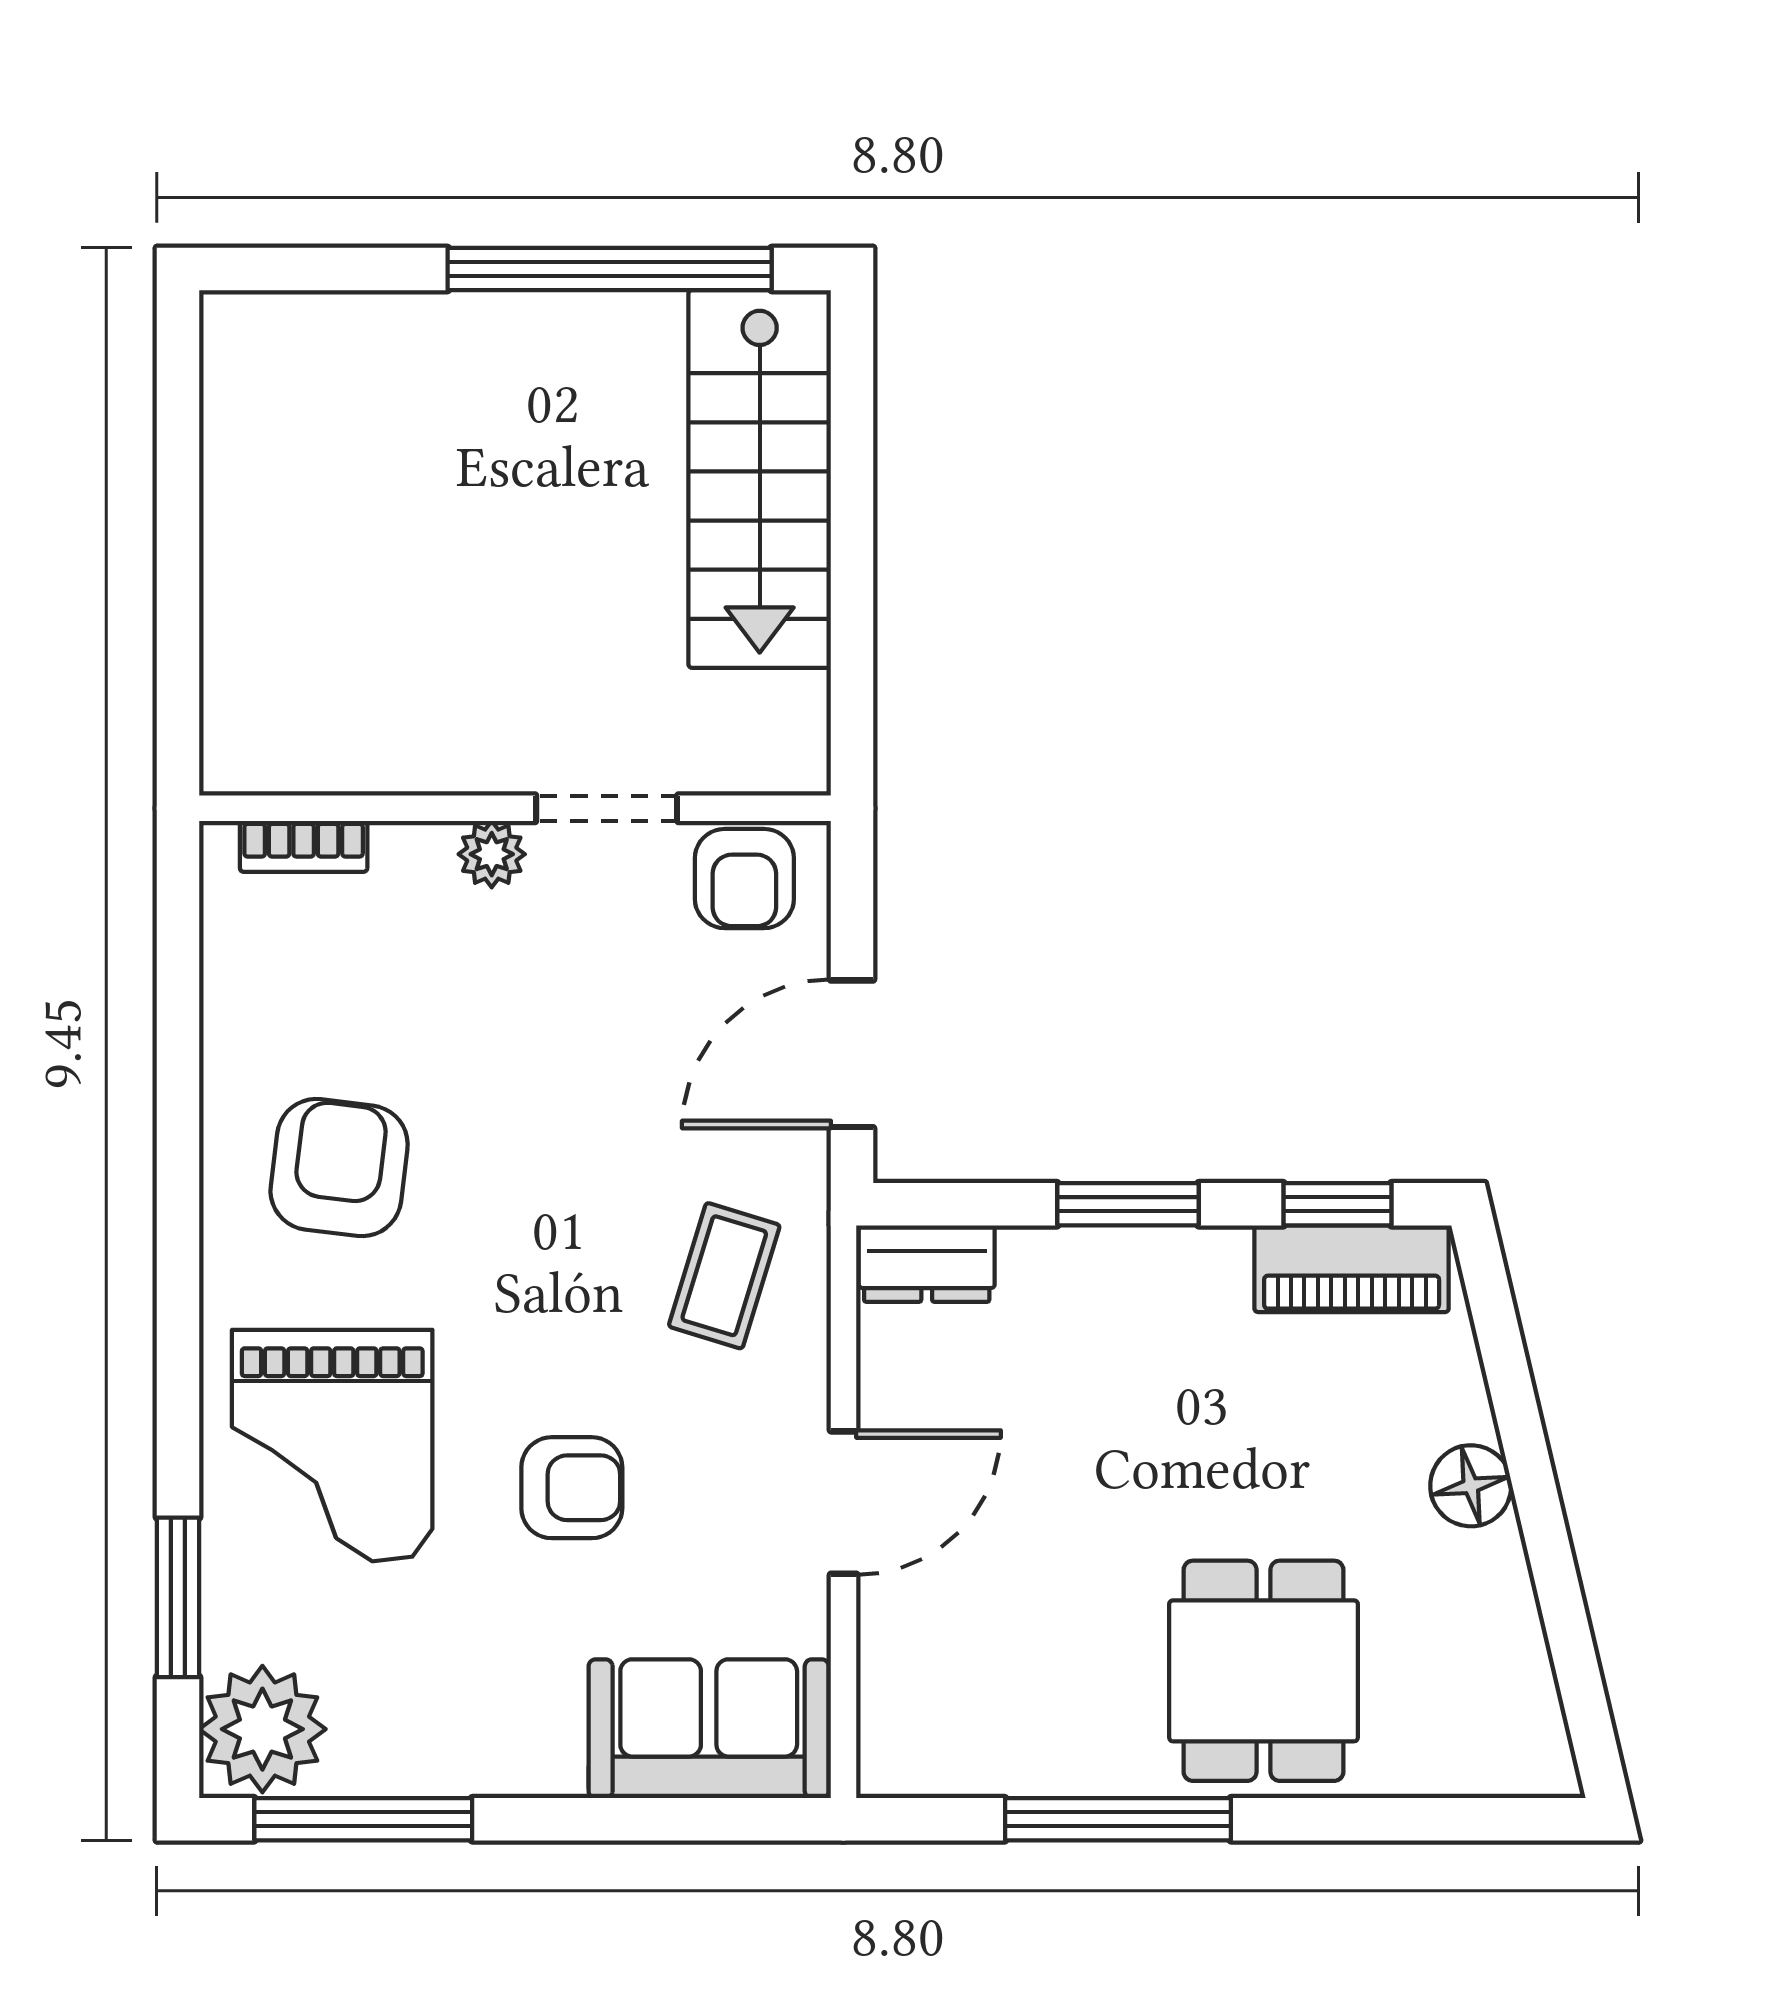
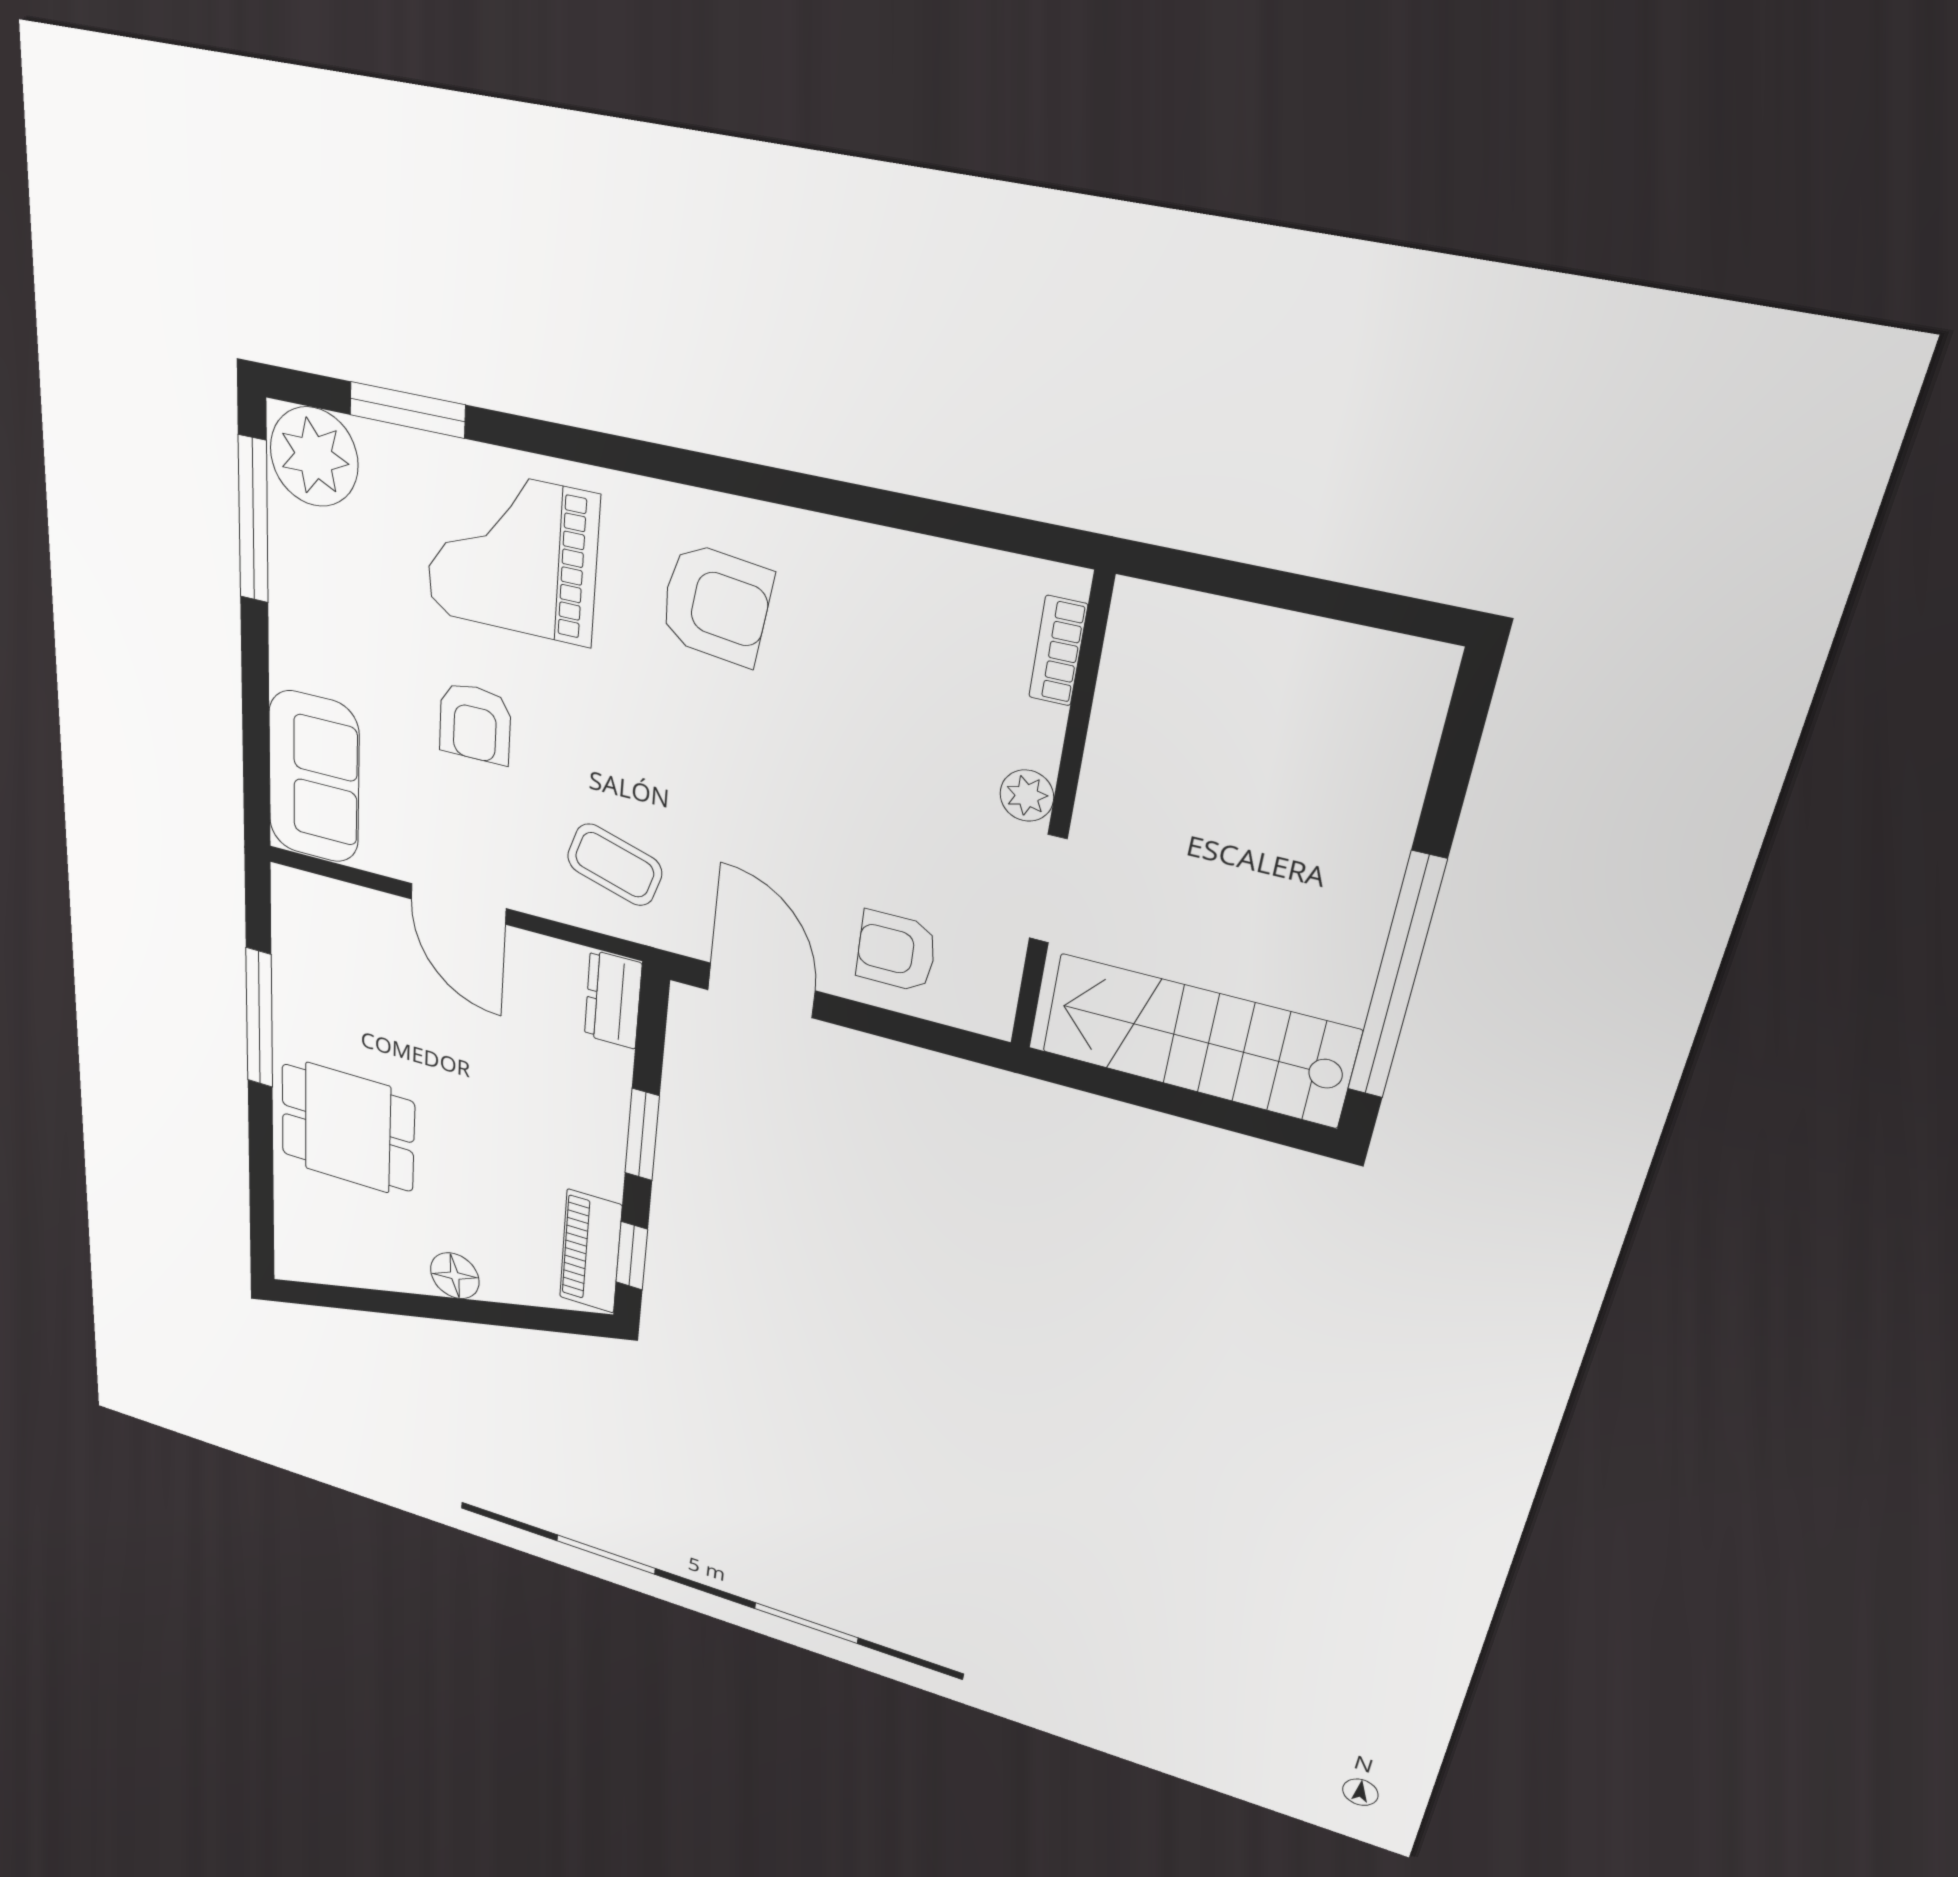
wall: (515, 808) -> (1060, 822), moved
doorway: (607, 808) -> (1048, 889), moved
bookcase: (304, 846) -> (1058, 651), moved
plant: (492, 854) -> (1027, 796), moved

